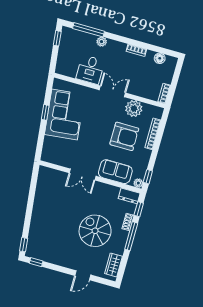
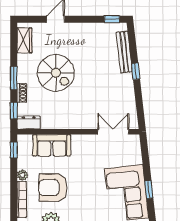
double door: (83, 175) -> (113, 132), moved
plant: (138, 183) -> (22, 175), moved
bench: (34, 232) -> (124, 52), added
window: (131, 236) -> (14, 78), width x0.69
window: (24, 245) -> (136, 71), moved

